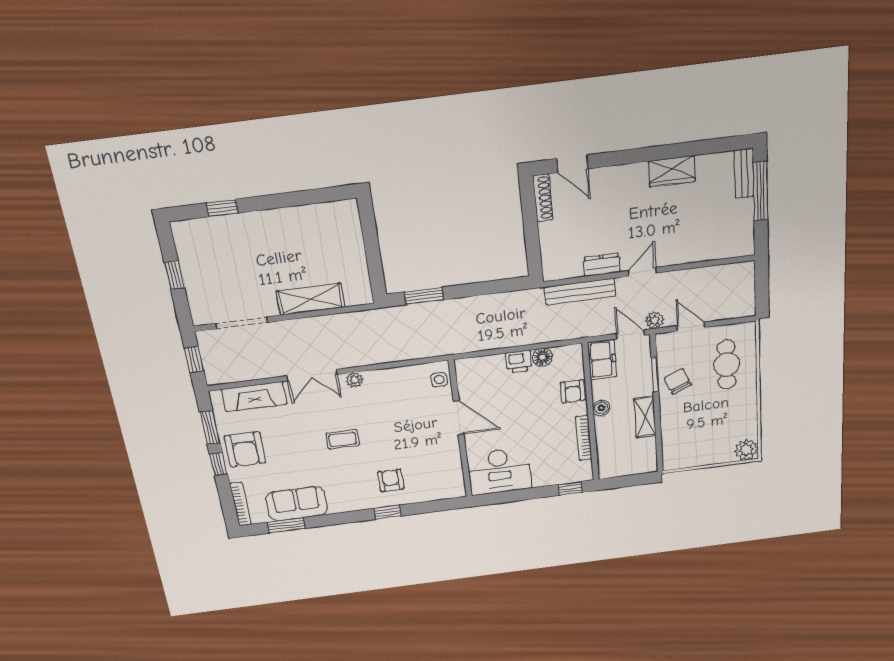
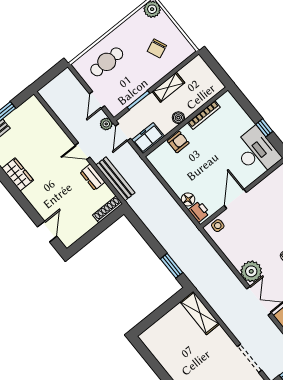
shoe rack: (543, 198) -> (108, 209), moved
shelving: (311, 299) -> (200, 313), moved
floor lamp: (542, 357) -> (188, 199), moved
printer: (519, 362) -> (199, 211), moved
plant: (355, 380) -> (251, 271), width x1.88, depth x1.88
chair: (678, 381) -> (157, 48), moved
window: (570, 488) -> (264, 128), moved

